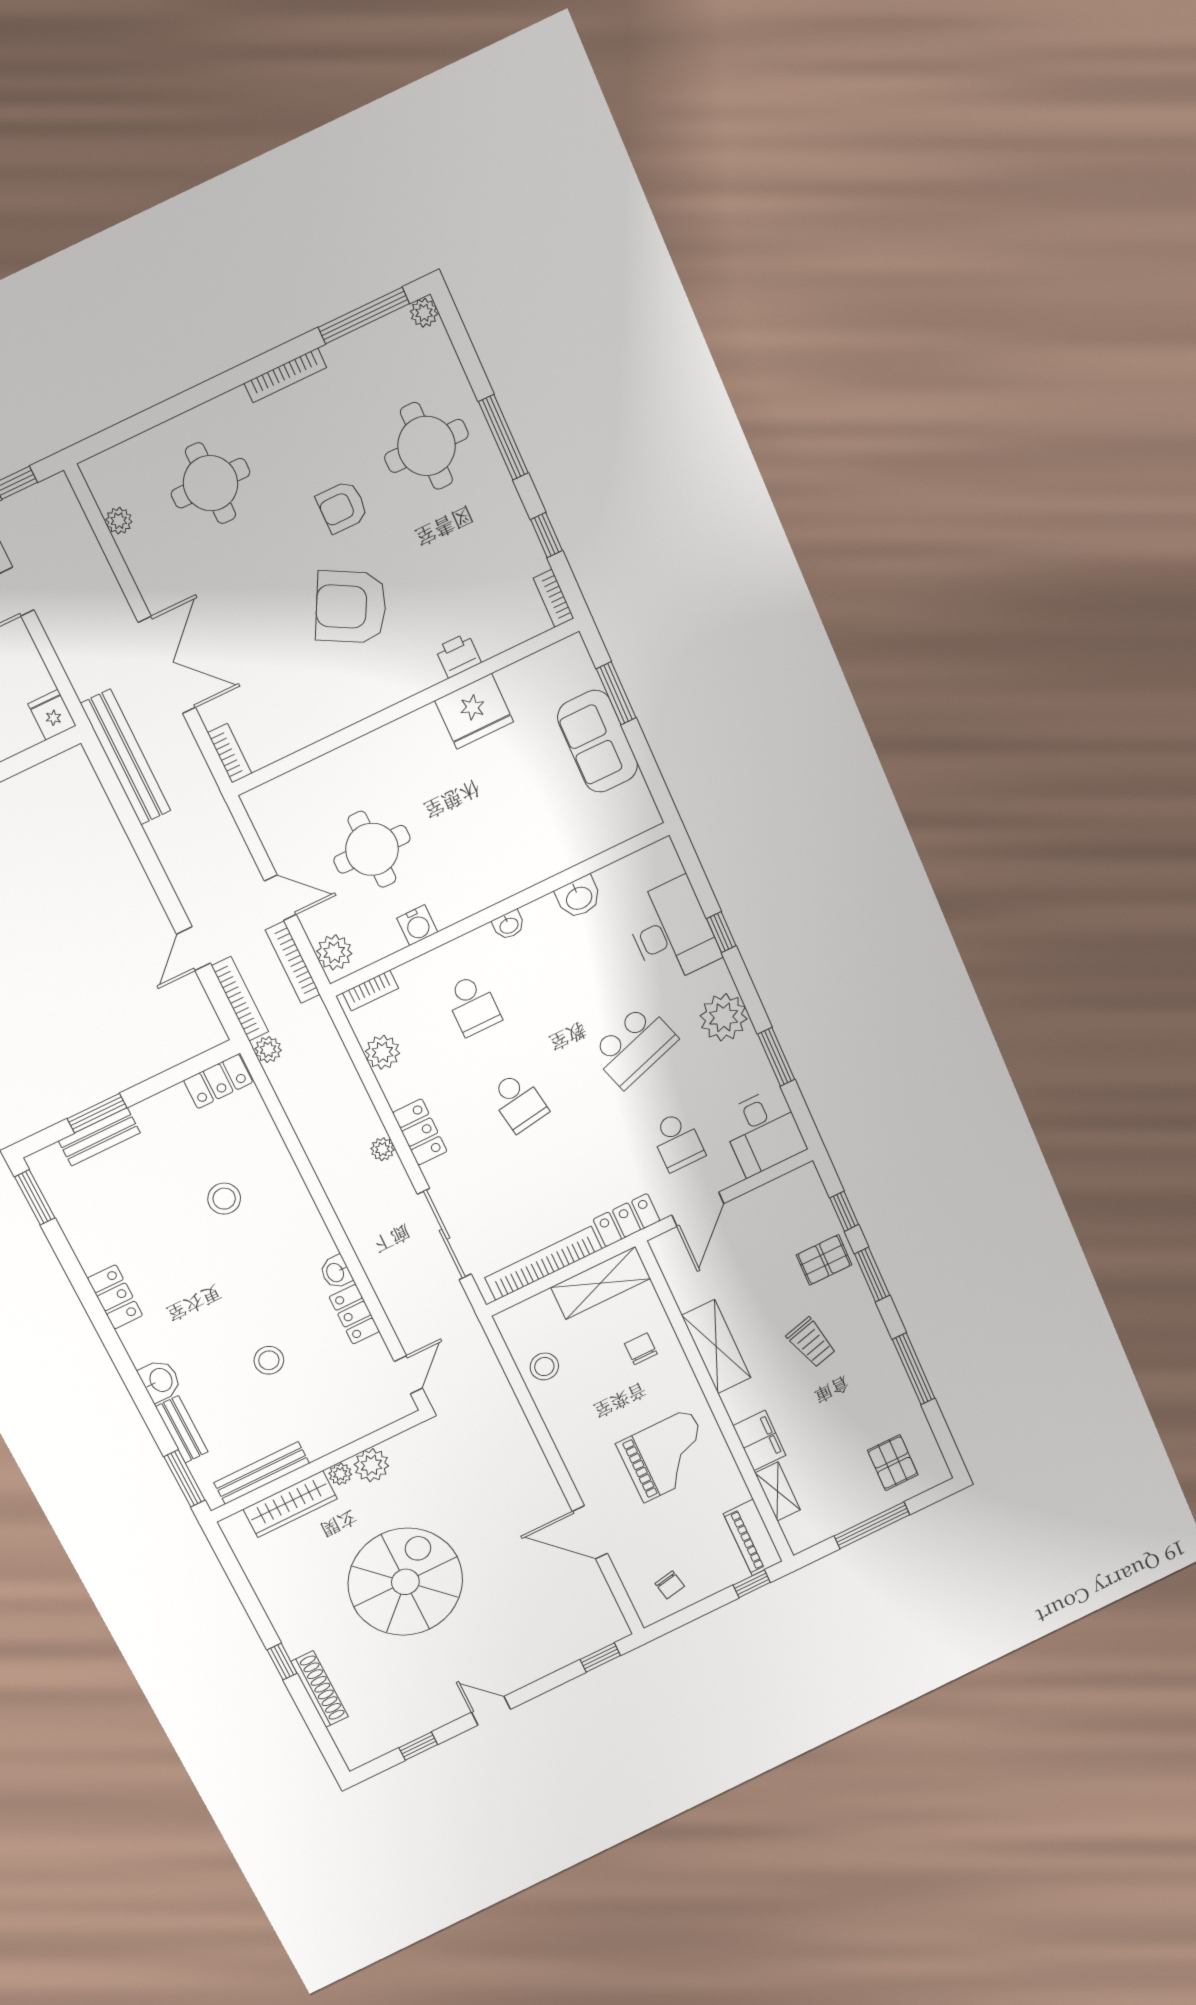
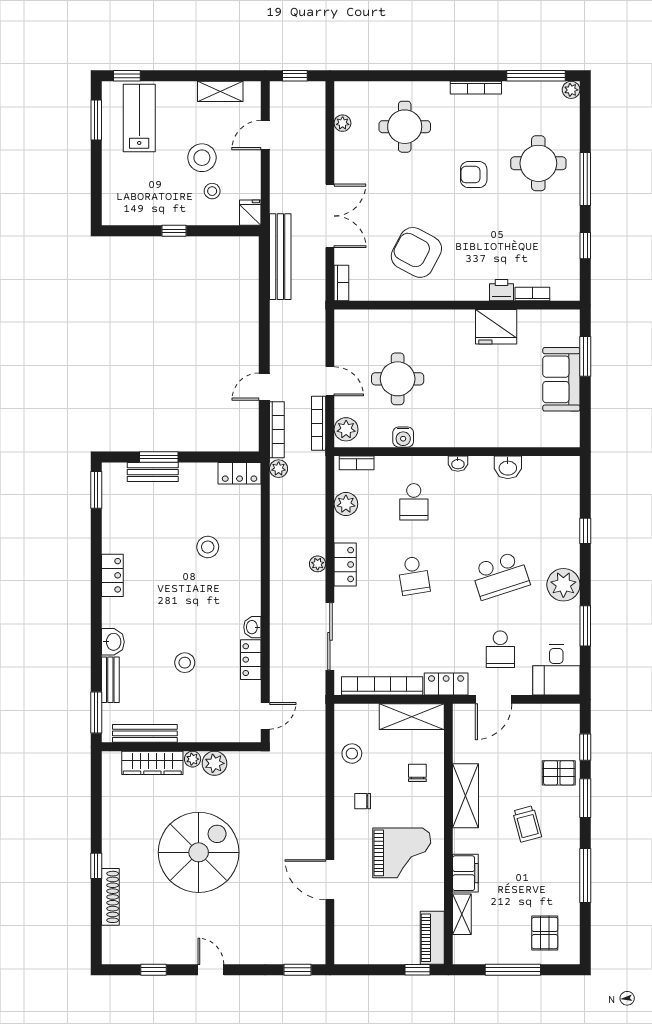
bookcase: (554, 598) -> (532, 294), moved, turned 90
armchair: (351, 607) -> (416, 252), moved
desk: (672, 931) -> (555, 516), removed
chair: (670, 1585) -> (363, 801), moved, turned 101

